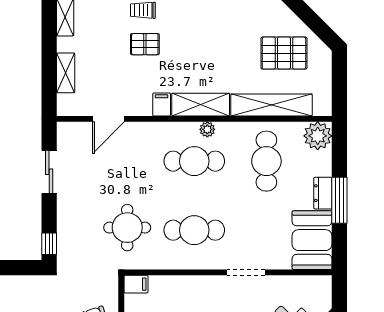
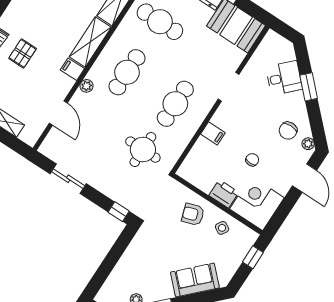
plant: (207, 129) -> (86, 86), moved
filing cabinet: (136, 284) -> (213, 133), moved, turned 90

